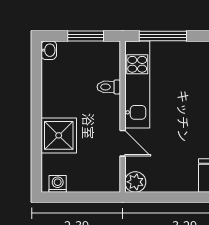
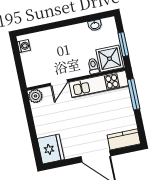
washbasin: (49, 50) -> (95, 25), moved
shower: (59, 135) -> (110, 59), moved

